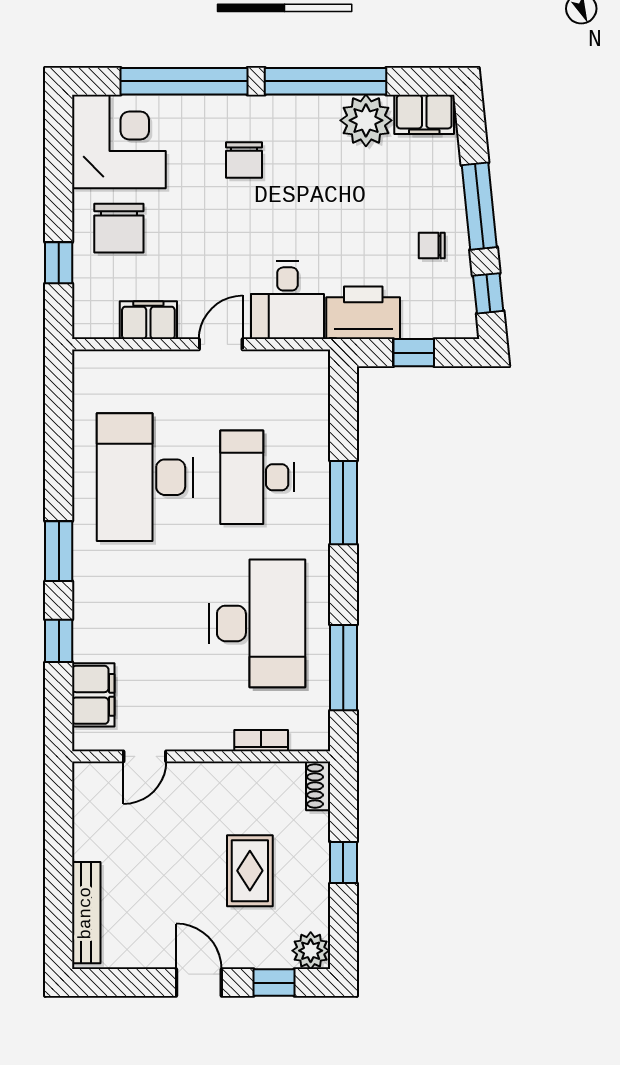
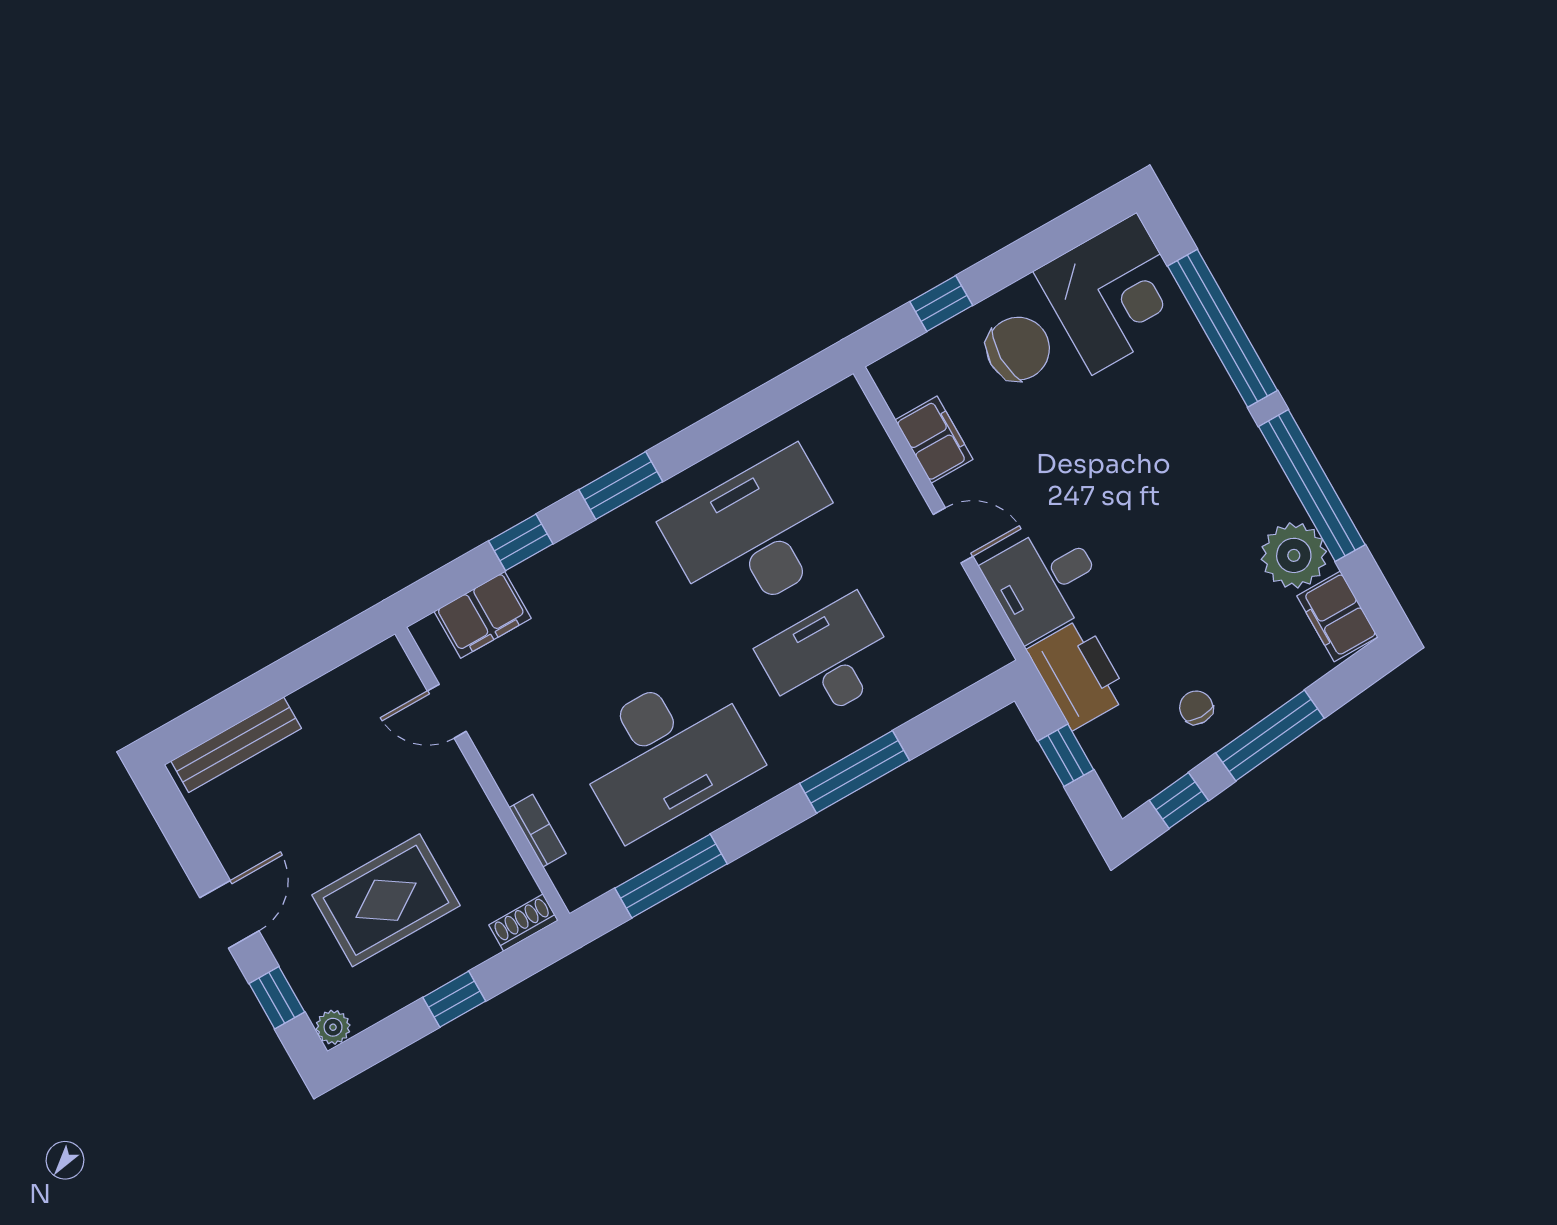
chair: (244, 160) -> (1173, 445), removed
chair: (119, 228) -> (1018, 349), turned 180
rug: (250, 871) -> (386, 900), width x1.36, depth x1.43
plant: (311, 951) -> (333, 1027), width x0.73, depth x0.73

